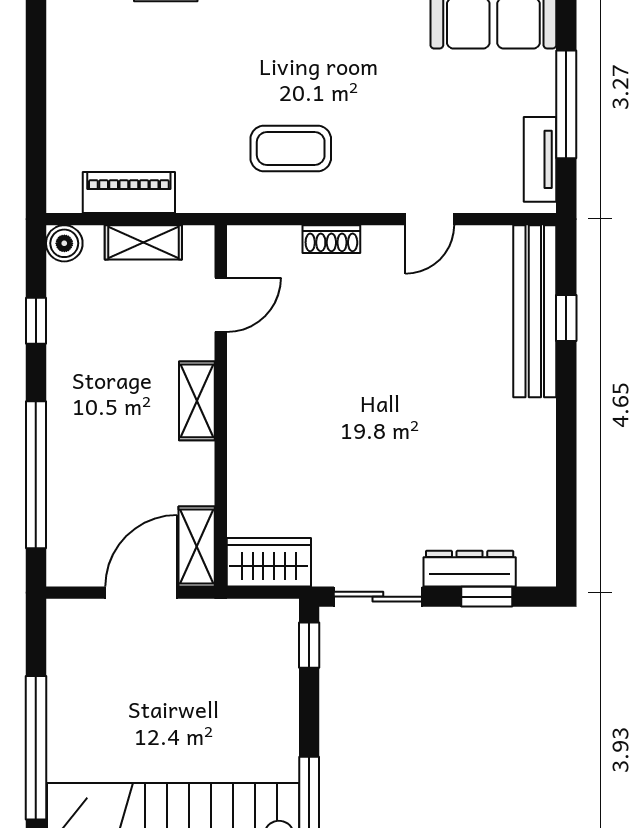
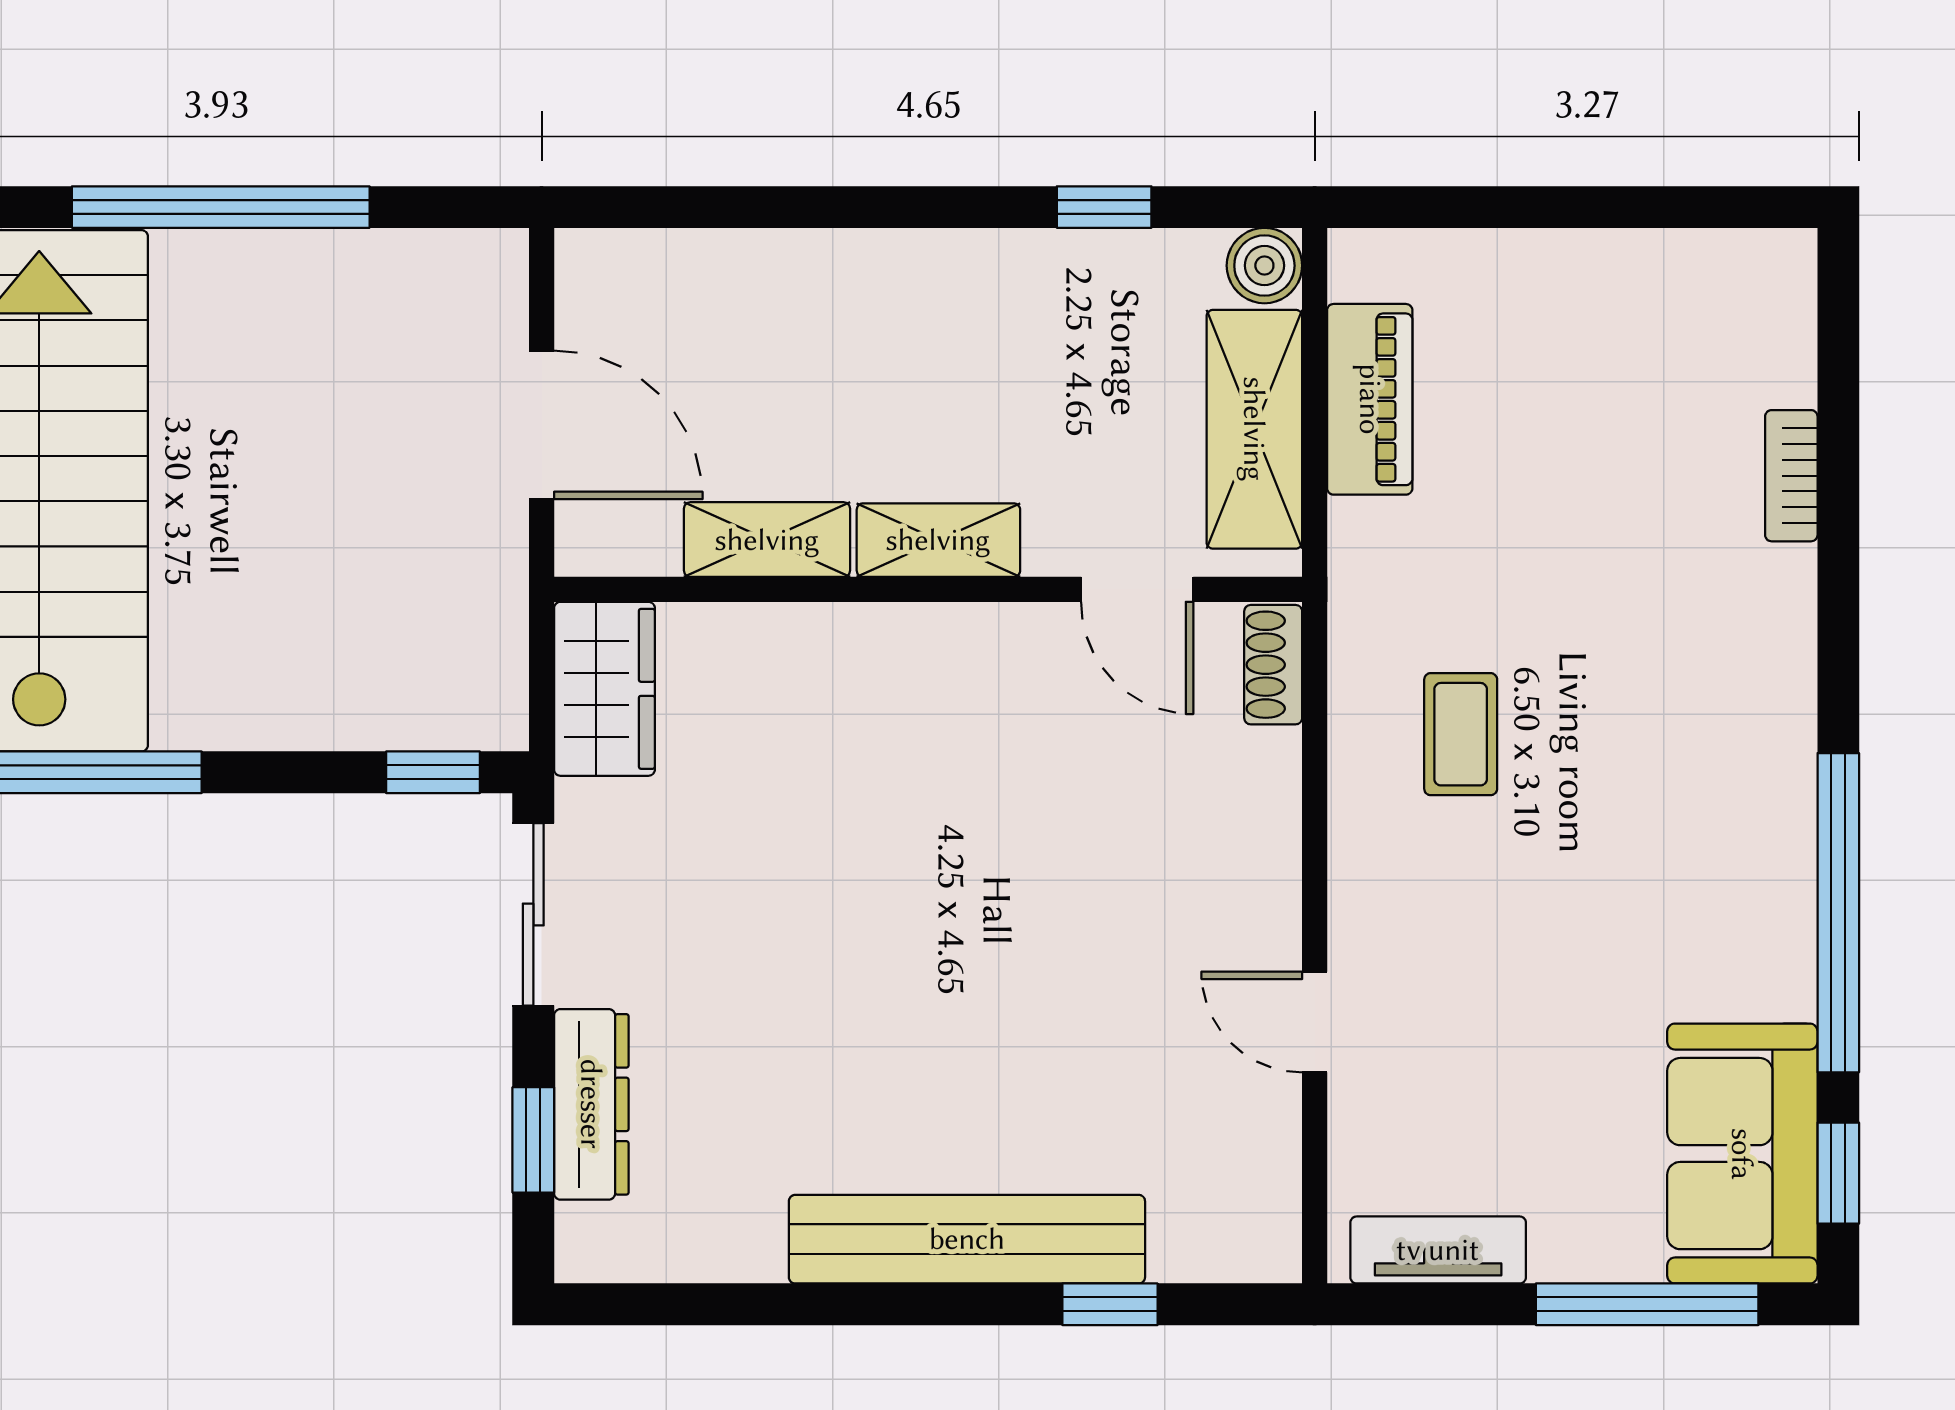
window: (566, 104) -> (1647, 1304), moved
coffee table: (291, 149) -> (1461, 734), width x0.73, depth x0.77
shoe rack: (331, 239) -> (1273, 665), moved
shelving: (143, 242) -> (1254, 429), width x1.50, depth x1.33
bench: (535, 311) -> (967, 1239), moved
window: (36, 475) -> (786, 207), removed
shelving: (197, 546) -> (767, 540), moved

